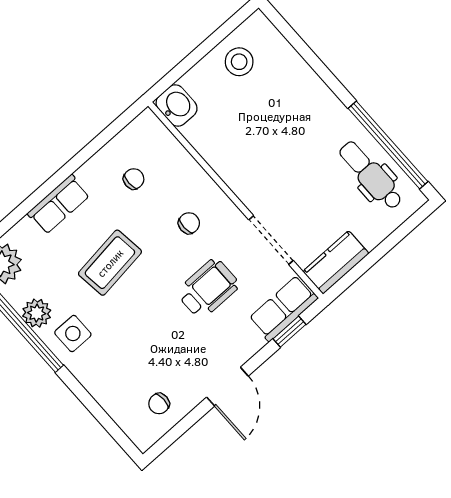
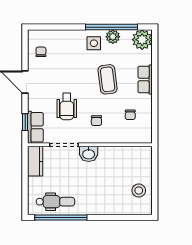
washbasin: (177, 106) -> (89, 154), moved

